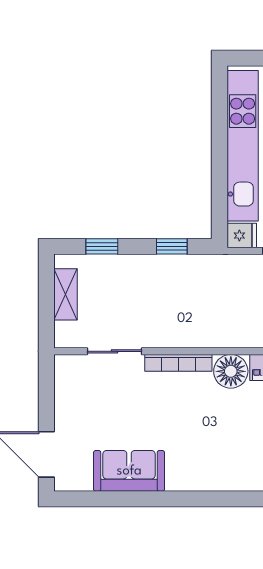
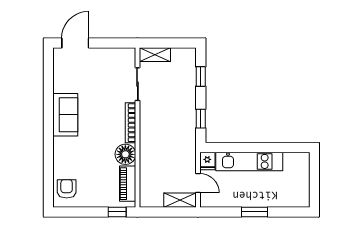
kitchen unit: (243, 146) -> (249, 161), width x0.73
shelving: (65, 294) -> (155, 55), moved
sofa: (129, 471) -> (65, 115), moved

